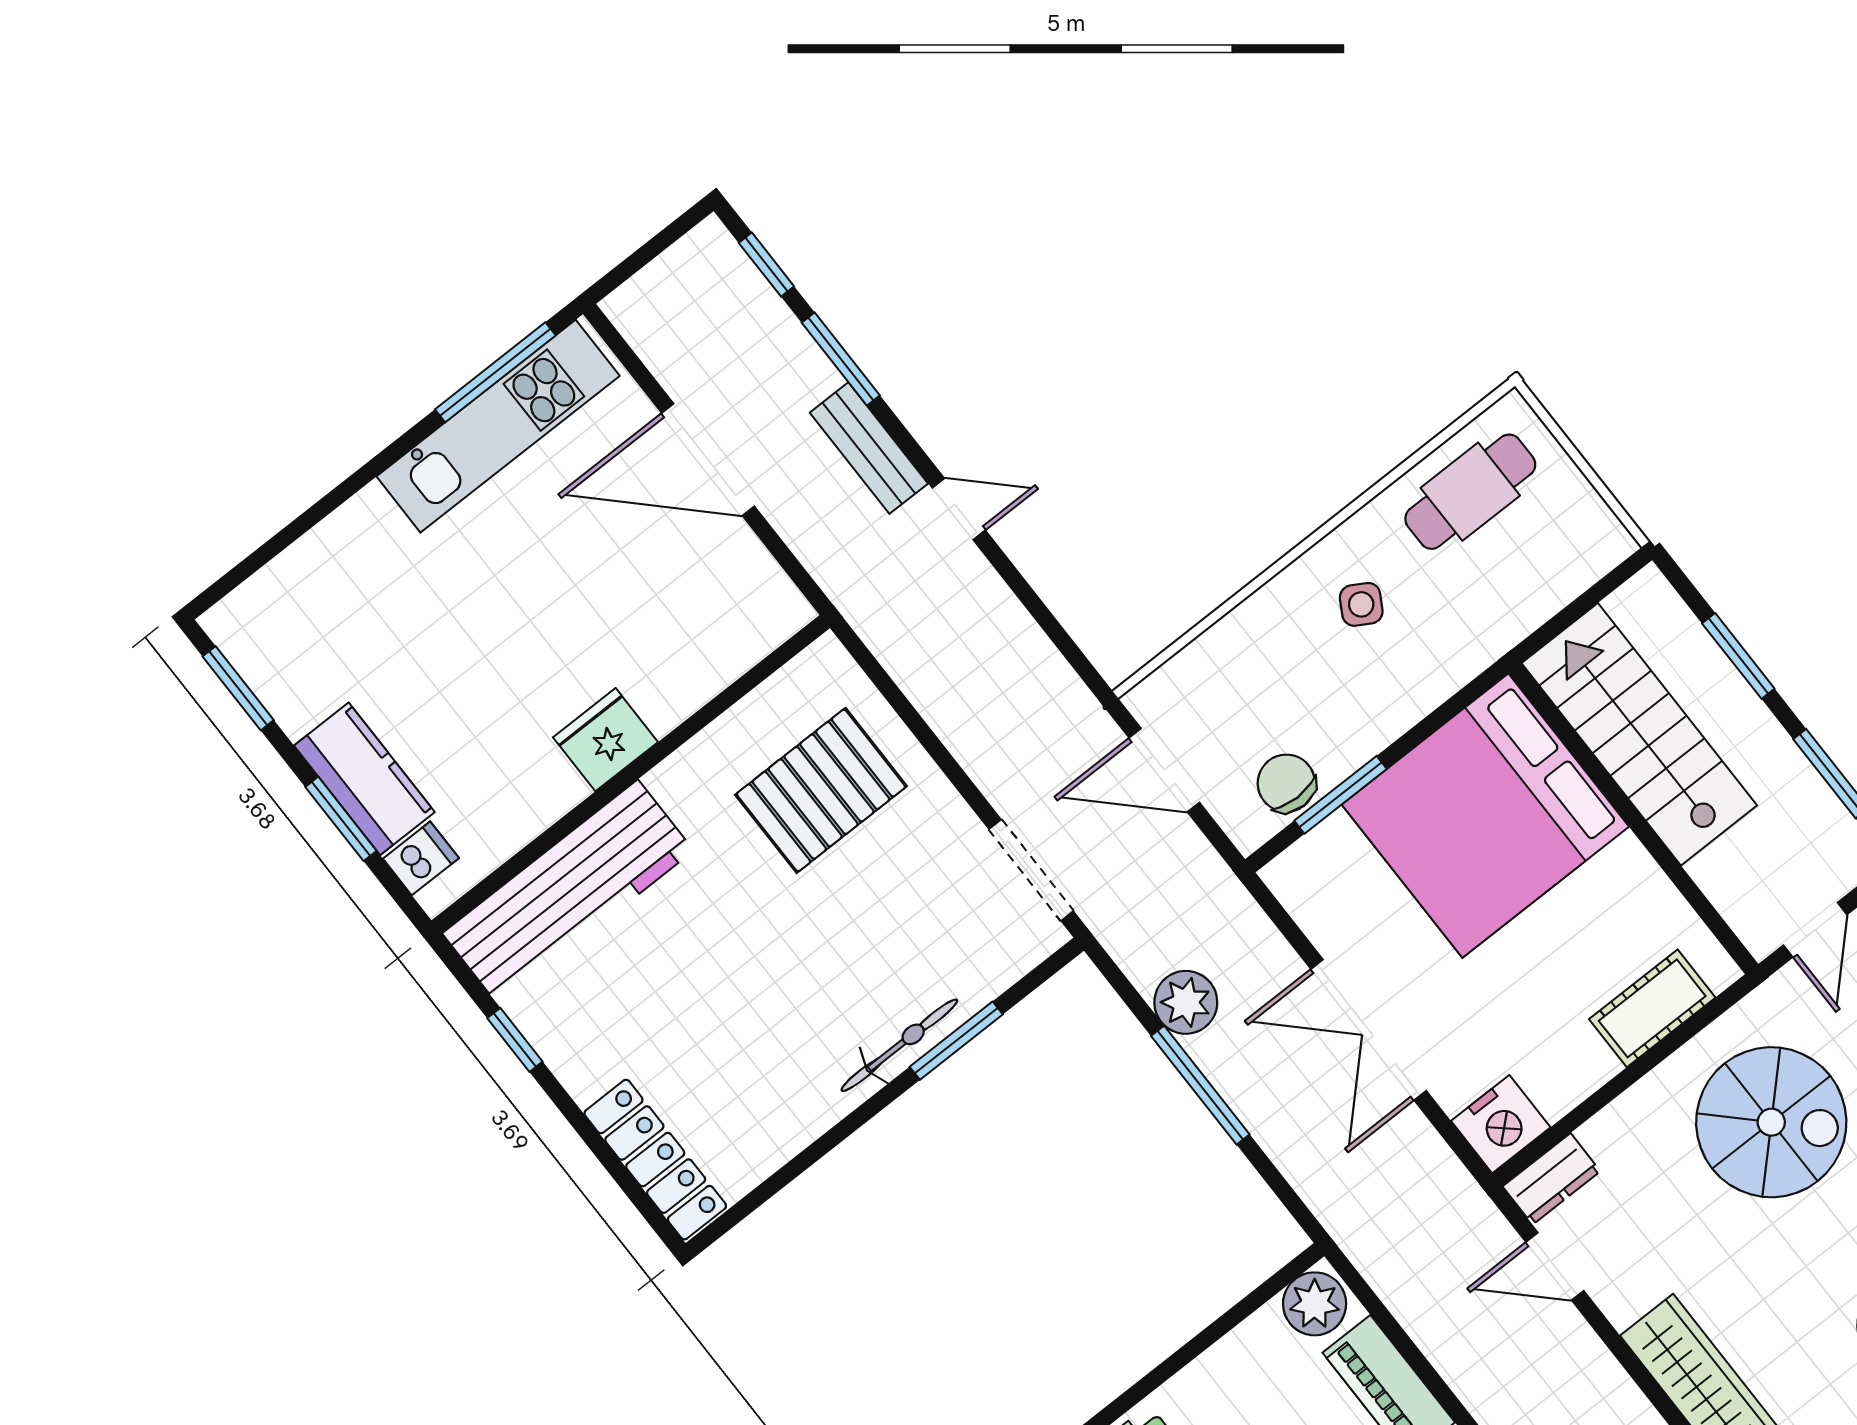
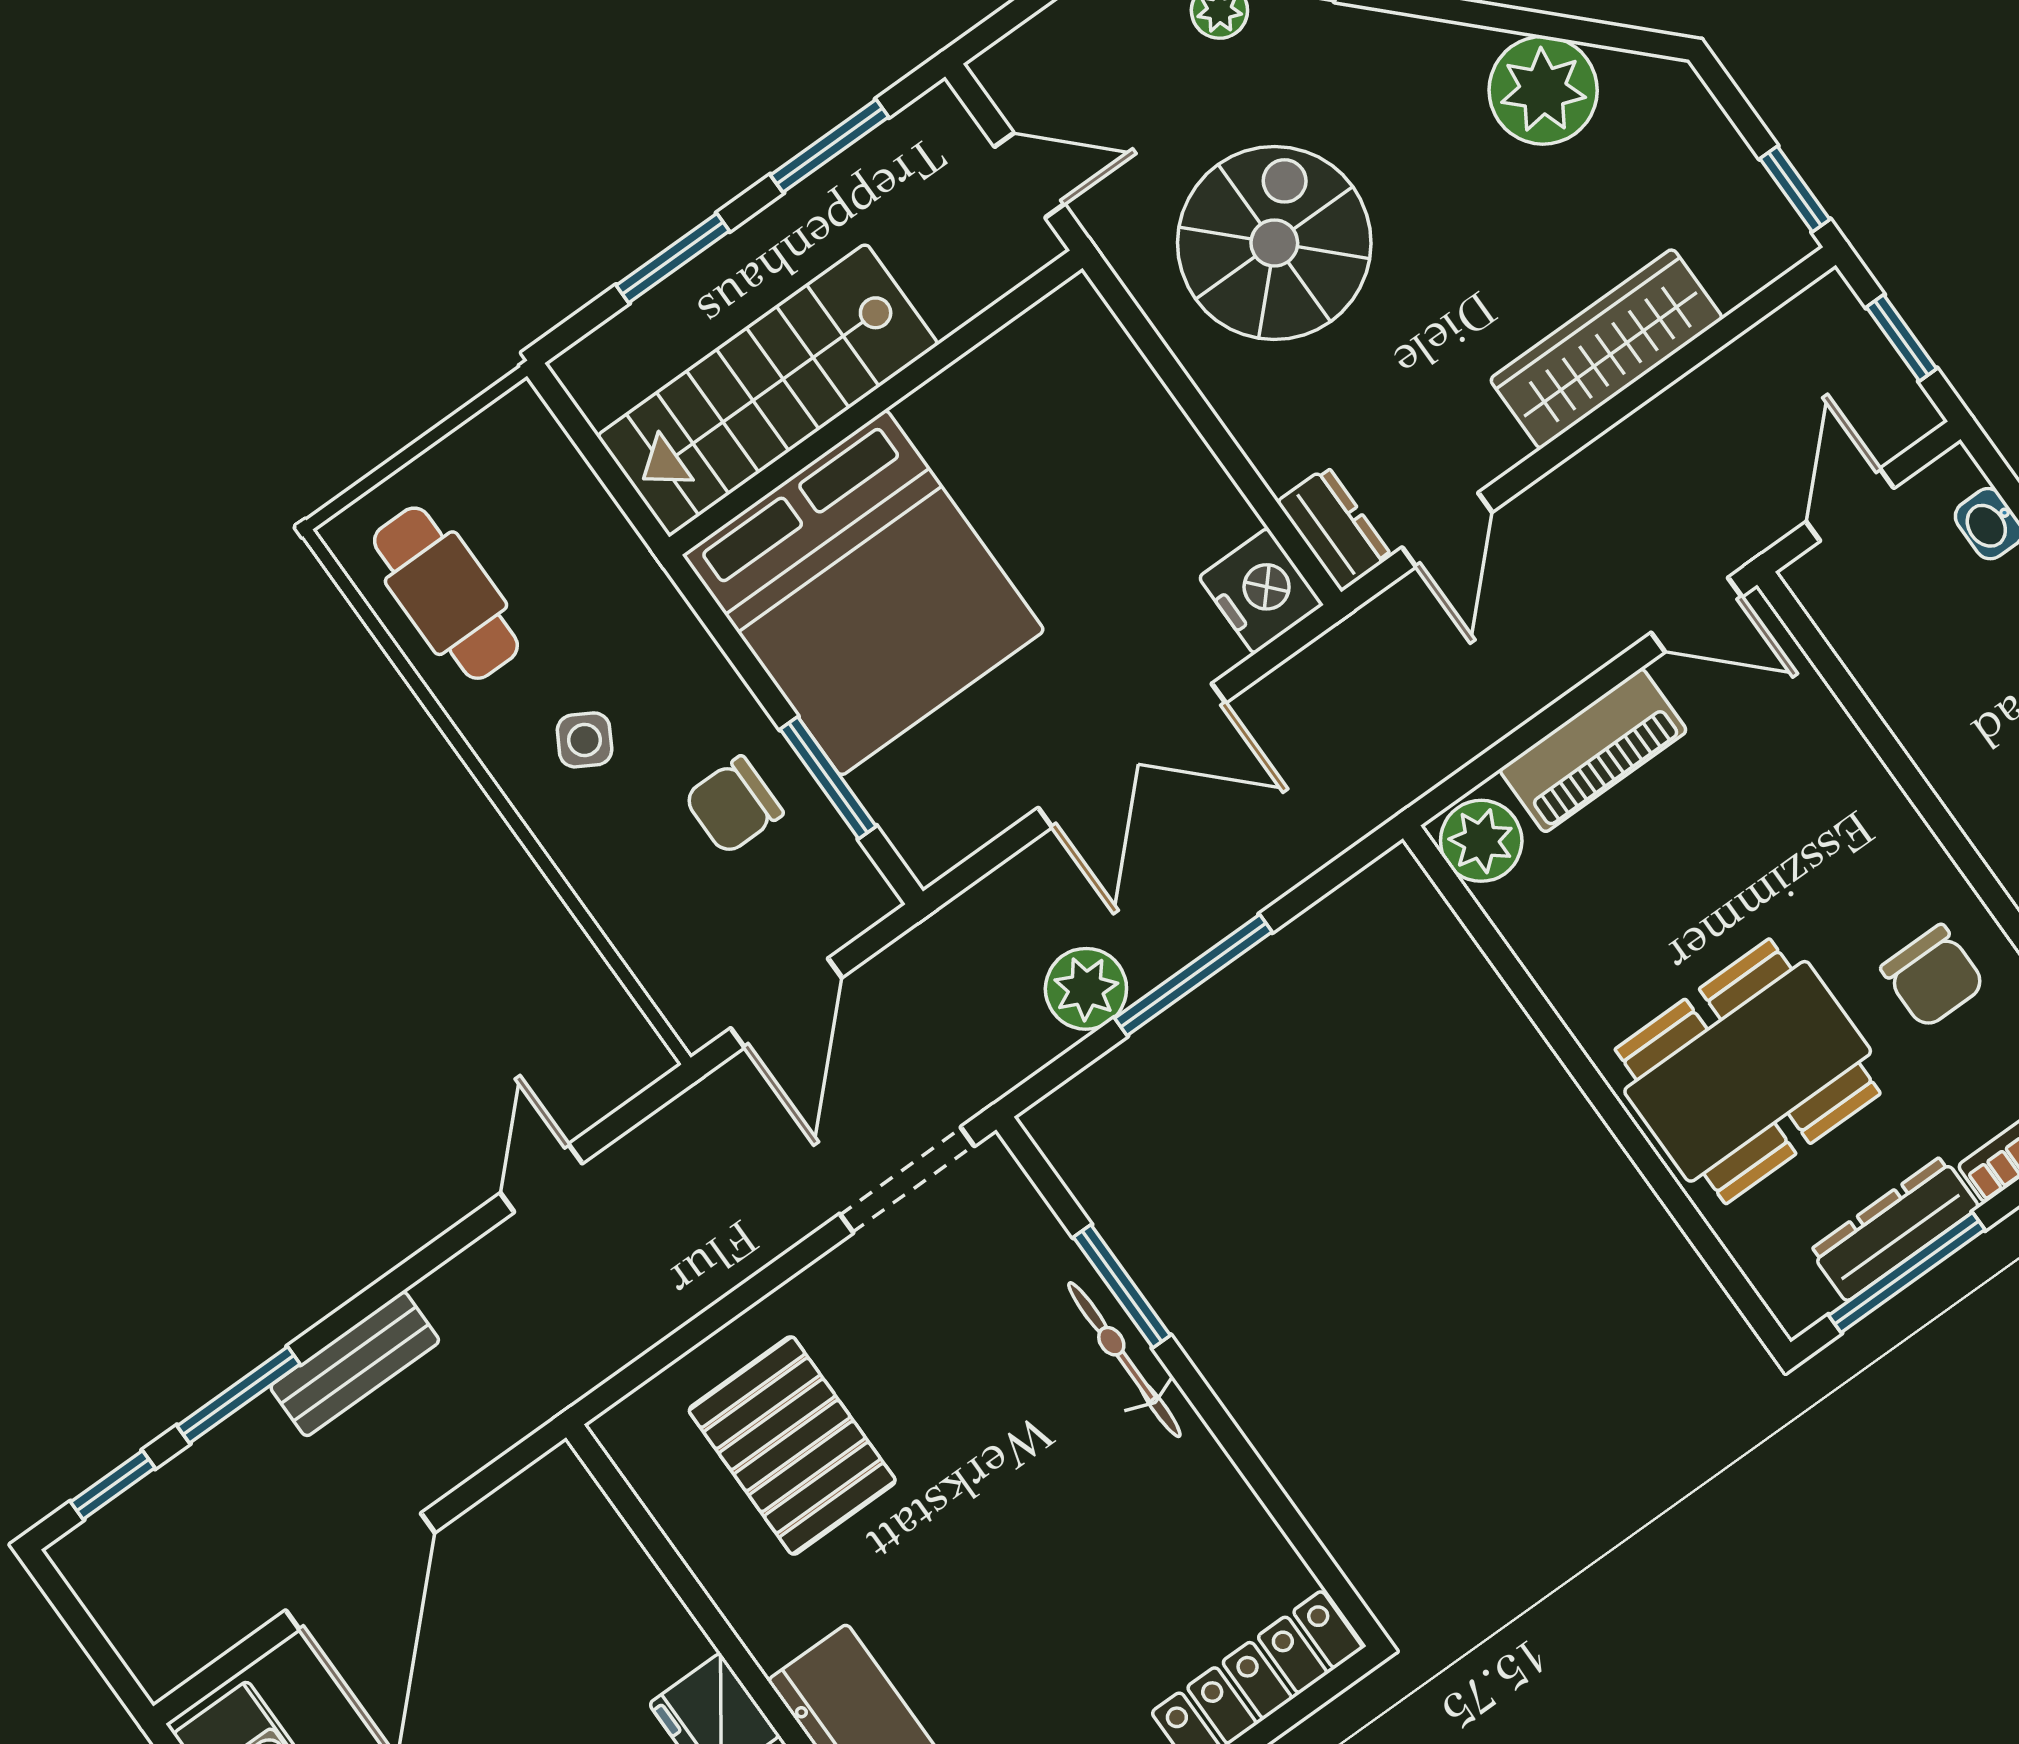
door: (959, 509) -> (541, 1178), moved
chair: (1286, 783) -> (734, 805), moved
cot: (1652, 1008) -> (1121, 389), removed

